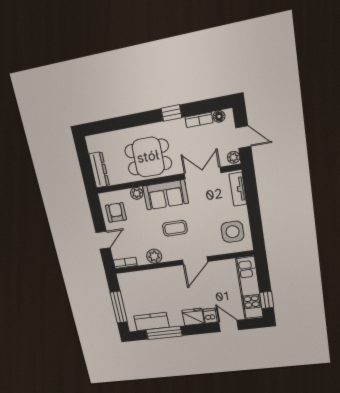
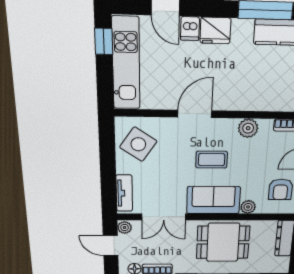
side table: (233, 232) -> (138, 144), turned 34

